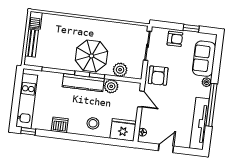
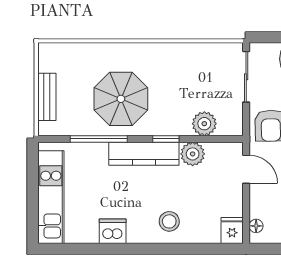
barbecue: (35, 20) -> (48, 57), removed
parasol: (91, 56) -> (121, 99), moved
fridge: (123, 130) -> (232, 230), width x0.53, depth x0.75
window: (28, 131) -> (60, 249), removed

